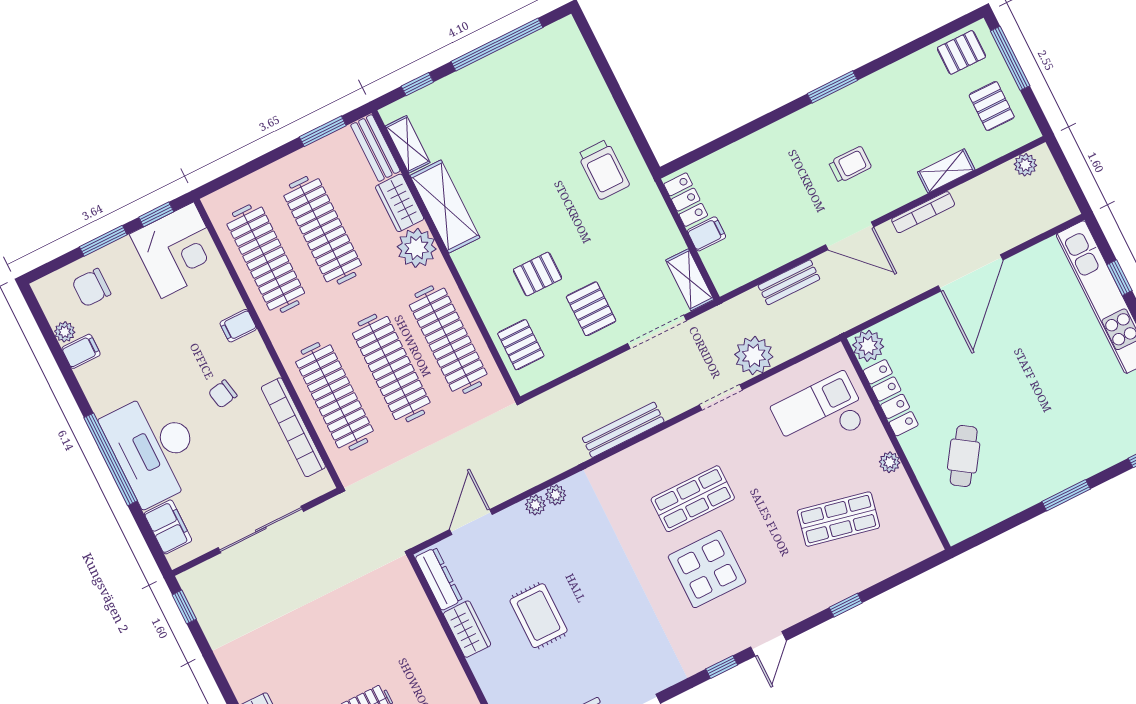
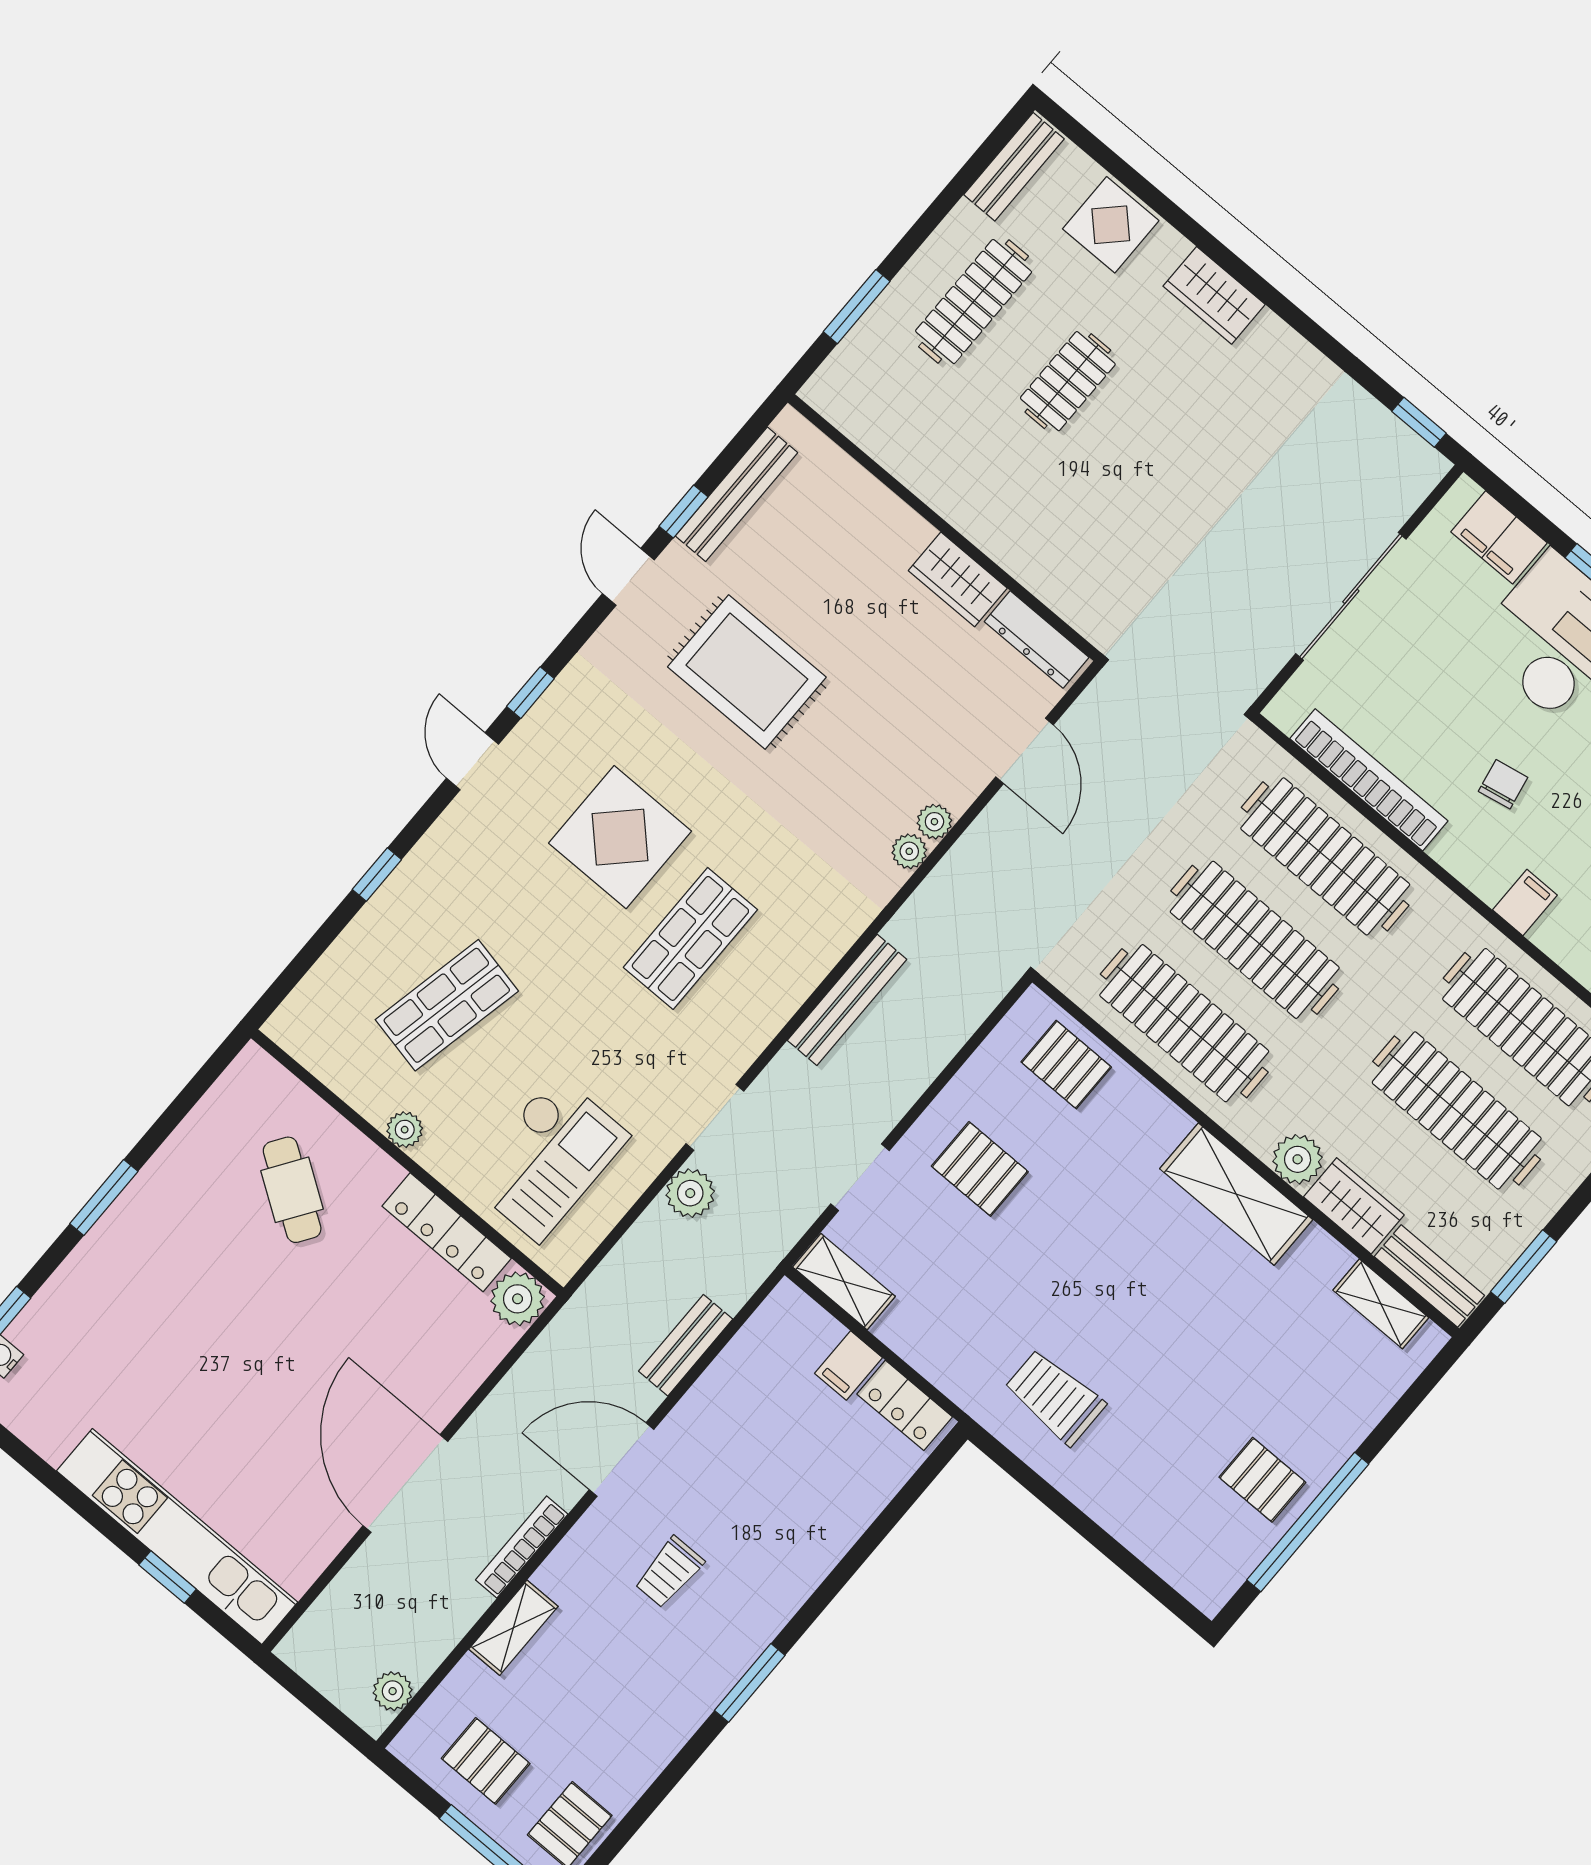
window: (417, 84) -> (1406, 1405), removed
shelving: (445, 207) -> (1236, 1194), moved
plant: (417, 248) -> (1298, 1159), width x0.73, depth x0.73
pallet: (537, 274) -> (1262, 1480), moved, turned 90
doorway: (657, 332) -> (860, 1177), width x0.73
plant: (754, 356) -> (690, 1193), width x0.73, depth x0.73
rug: (539, 616) -> (747, 672), moved, width x1.36, depth x1.43

